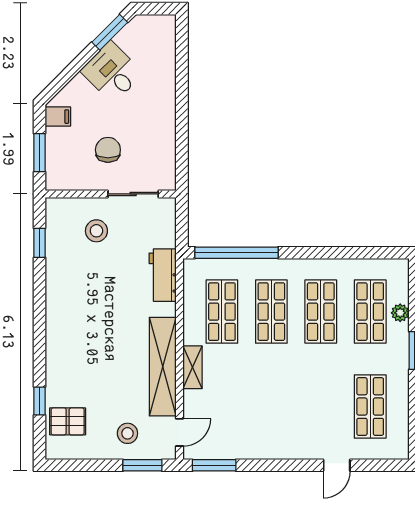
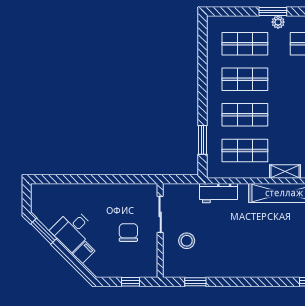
filing cabinet: (58, 117) -> (84, 252), moved, turned 45
chair: (108, 150) -> (128, 233), turned 90
window: (39, 153) -> (130, 282), width x0.67
window: (237, 253) -> (202, 140), width x0.47
plant: (400, 313) -> (278, 22), moved

